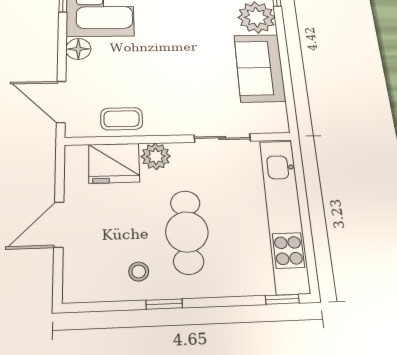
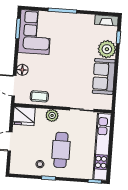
floor lamp: (78, 49) -> (22, 70), moved
fridge: (114, 163) -> (24, 116), moved

